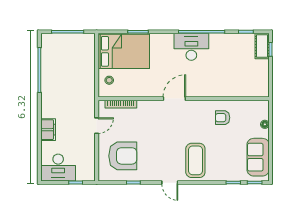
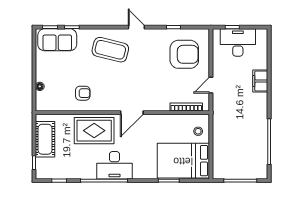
cot: (262, 46) -> (45, 139), moved, width x1.37, depth x1.34
rug: (211, 81) -> (94, 131), added
armchair: (123, 156) -> (184, 54), turned 180
sofa: (258, 157) -> (57, 40), moved, turned 90
coffee table: (195, 160) -> (110, 50), turned -76
desk: (58, 168) -> (238, 42), moved

